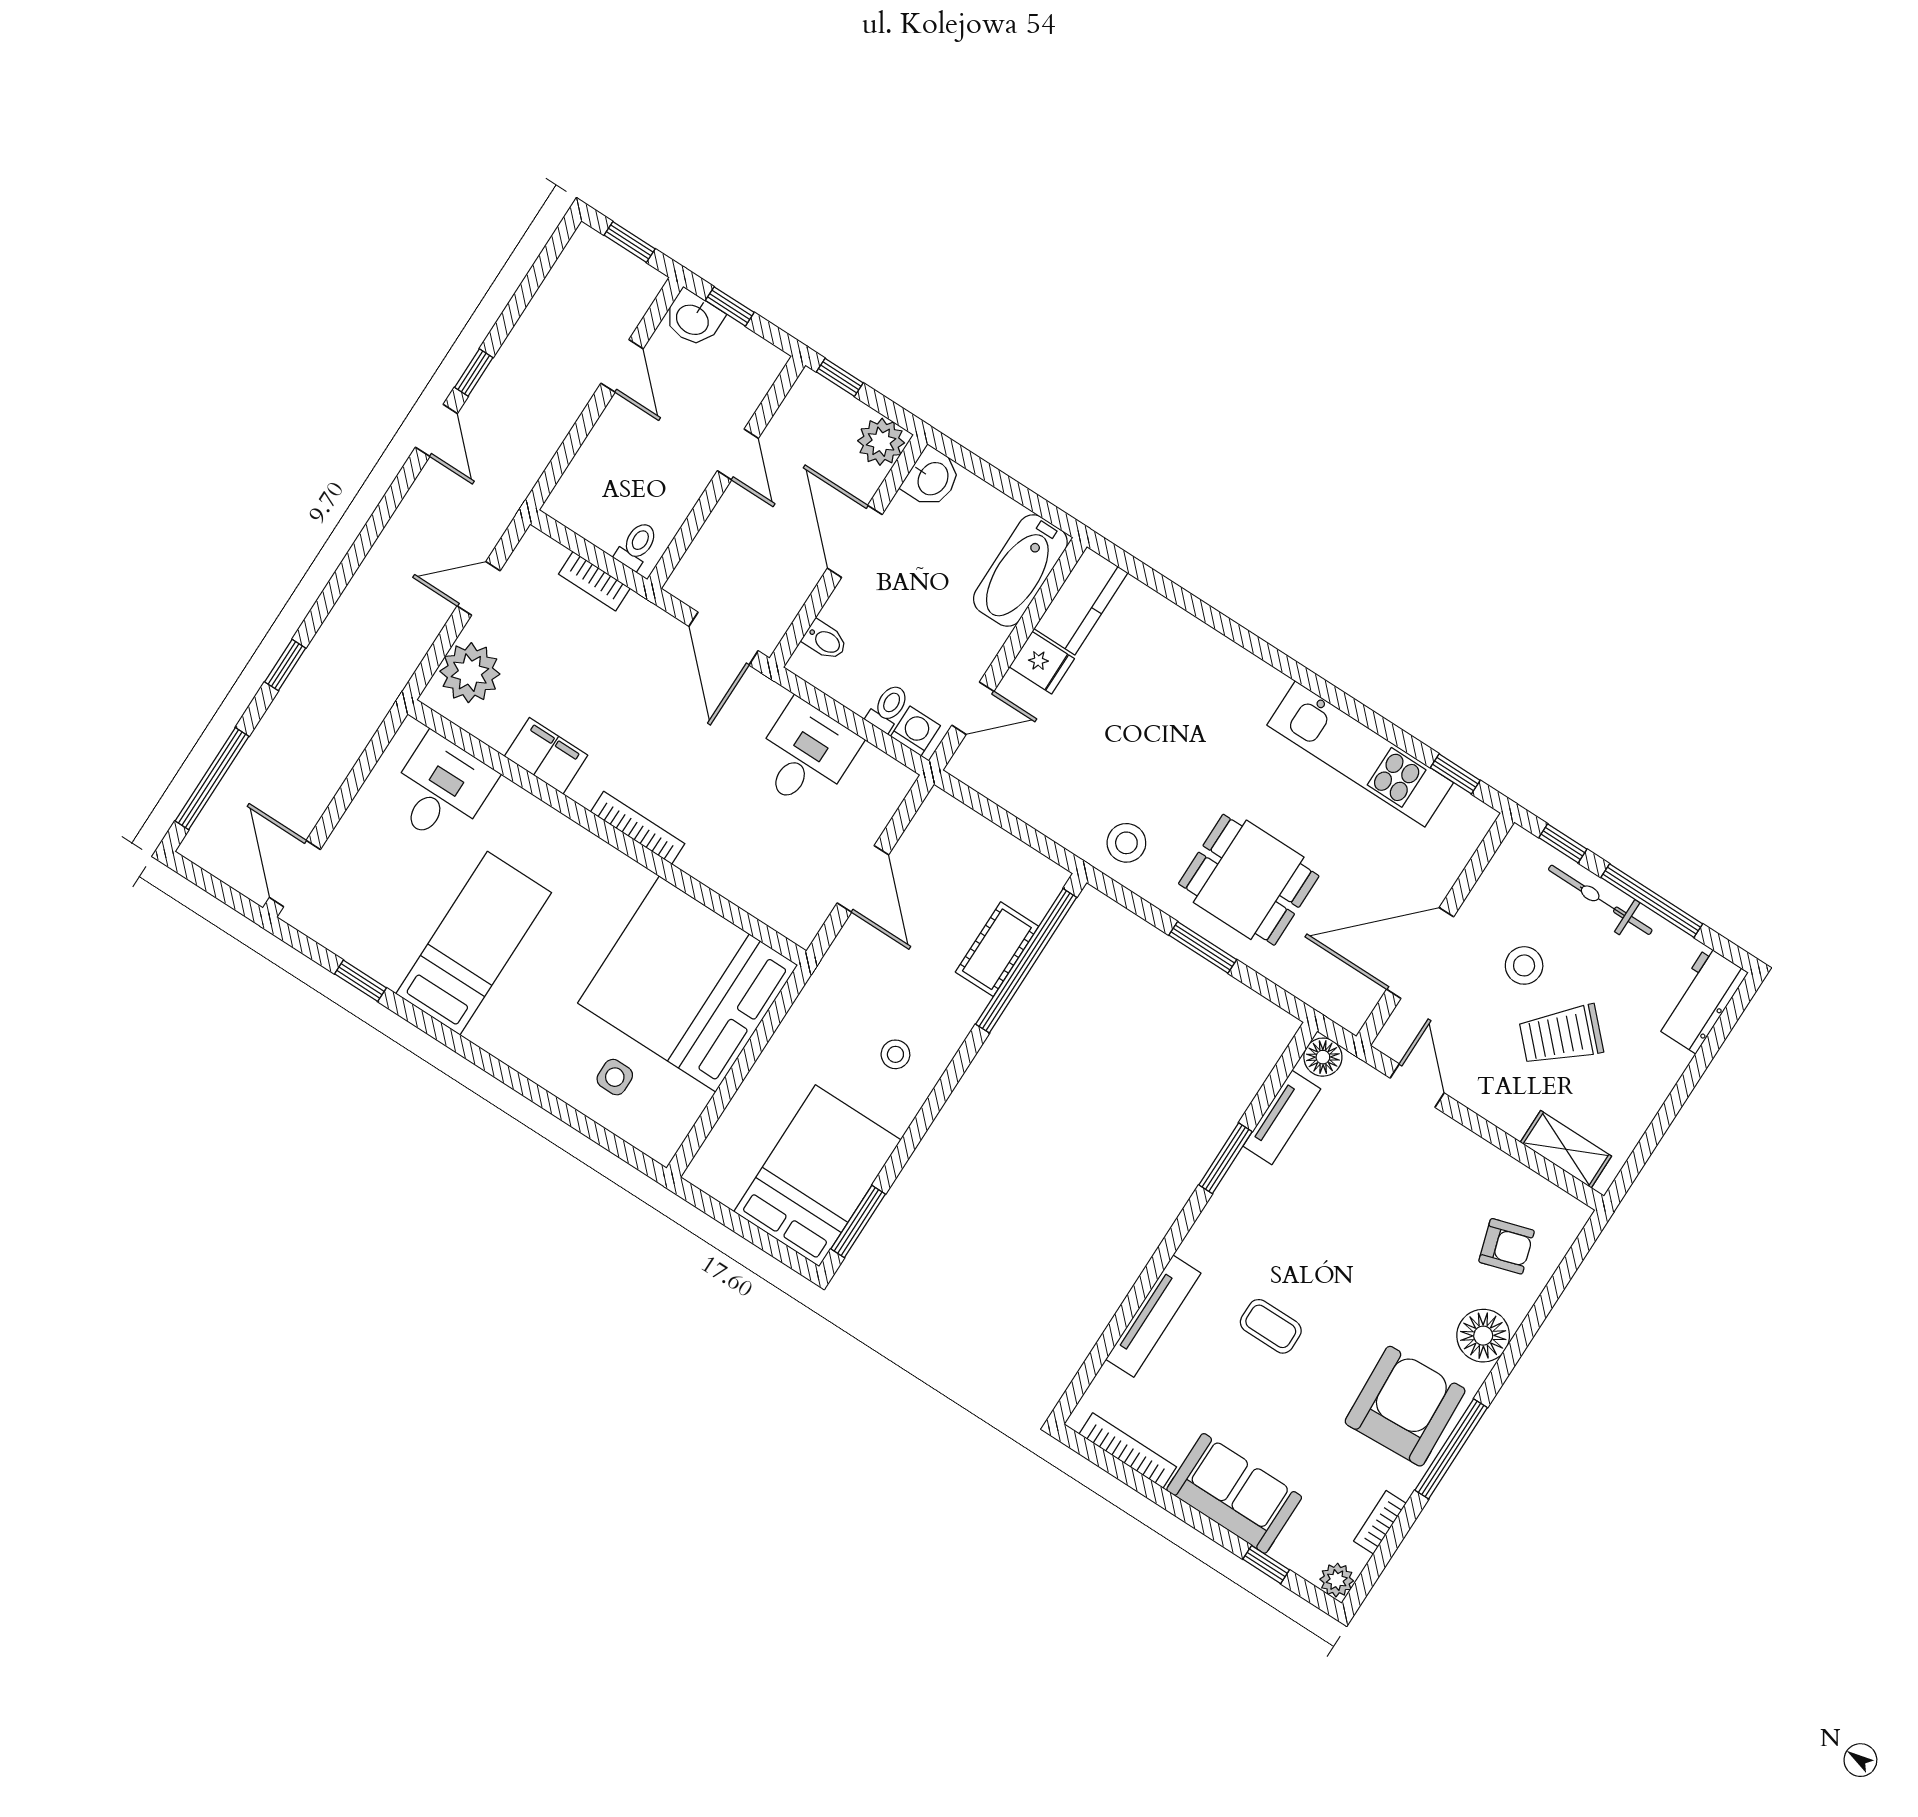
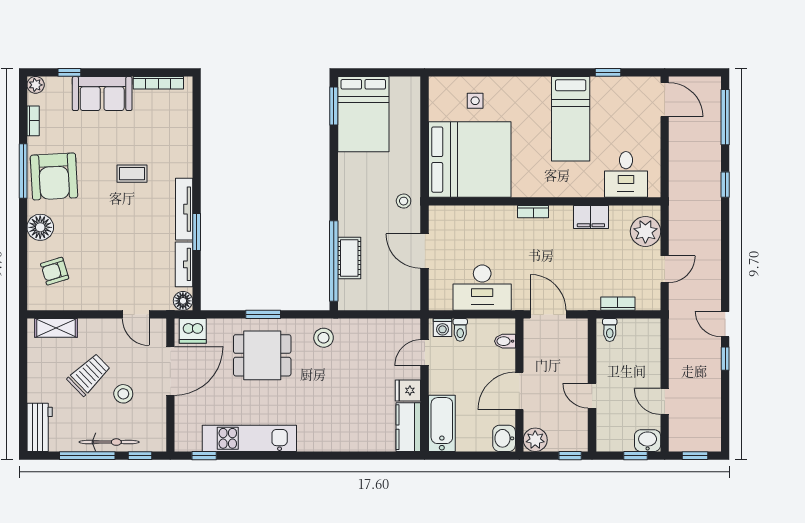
door: (855, 541) -> (519, 391), swing flipped
desk: (805, 755) -> (482, 288), width x1.37
bookcase: (638, 828) -> (533, 212), width x0.64
dishwasher: (1339, 996) -> (193, 331), added
stool: (895, 1054) -> (404, 201), moved
tv unit: (1153, 1316) -> (184, 209), moved

